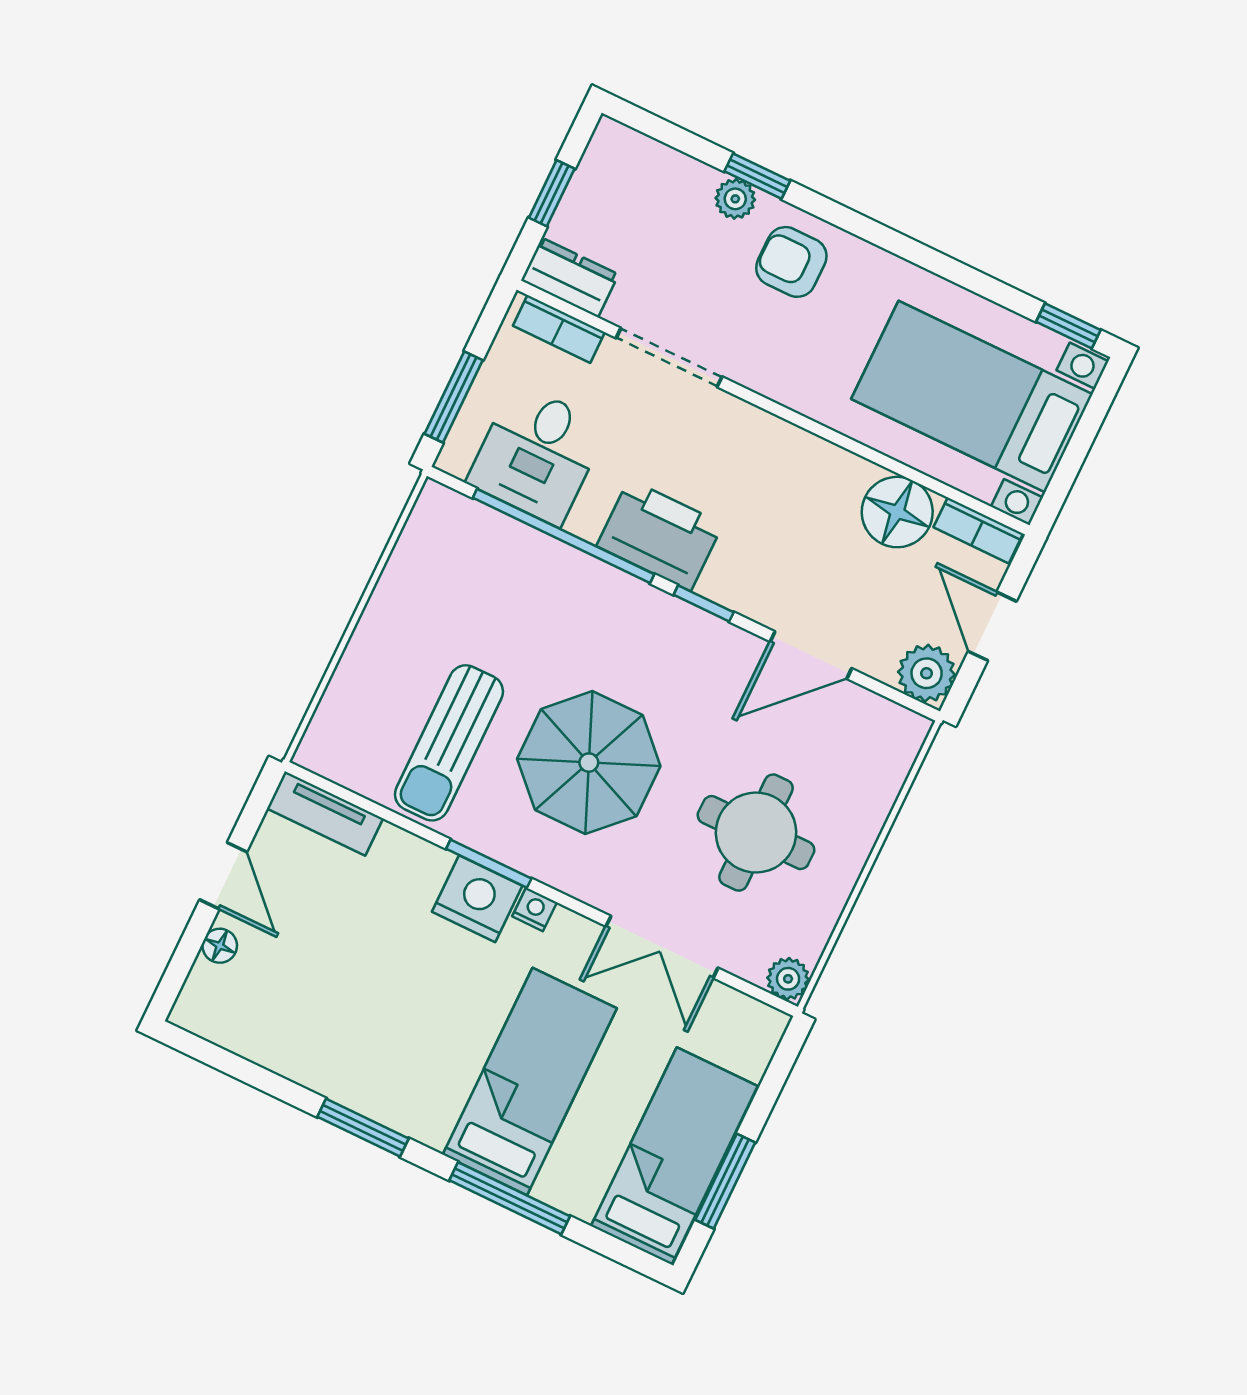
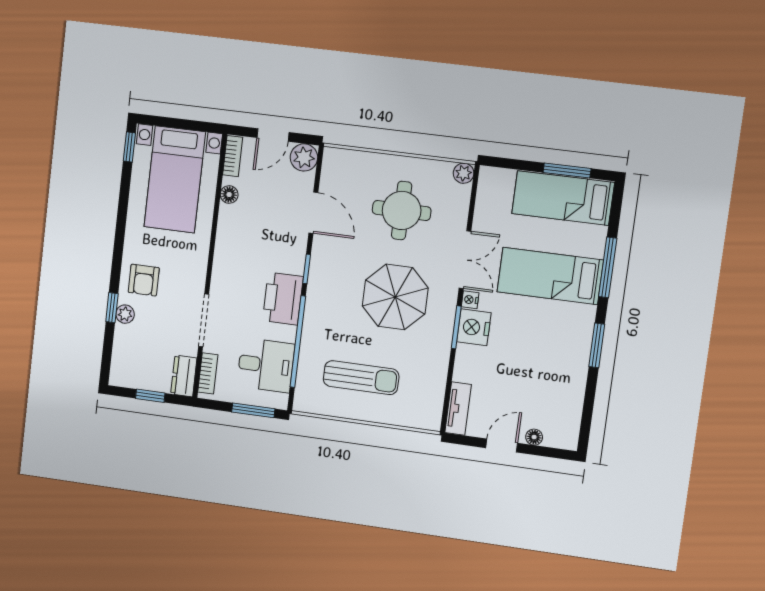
floor lamp: (897, 512) -> (229, 195), width x0.53, depth x0.53
sun lounger: (449, 743) -> (361, 378), moved
double door: (662, 947) -> (465, 260), moved

